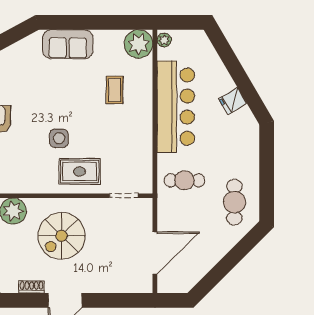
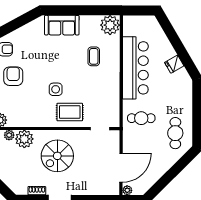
plant: (164, 40) -> (127, 190), moved

